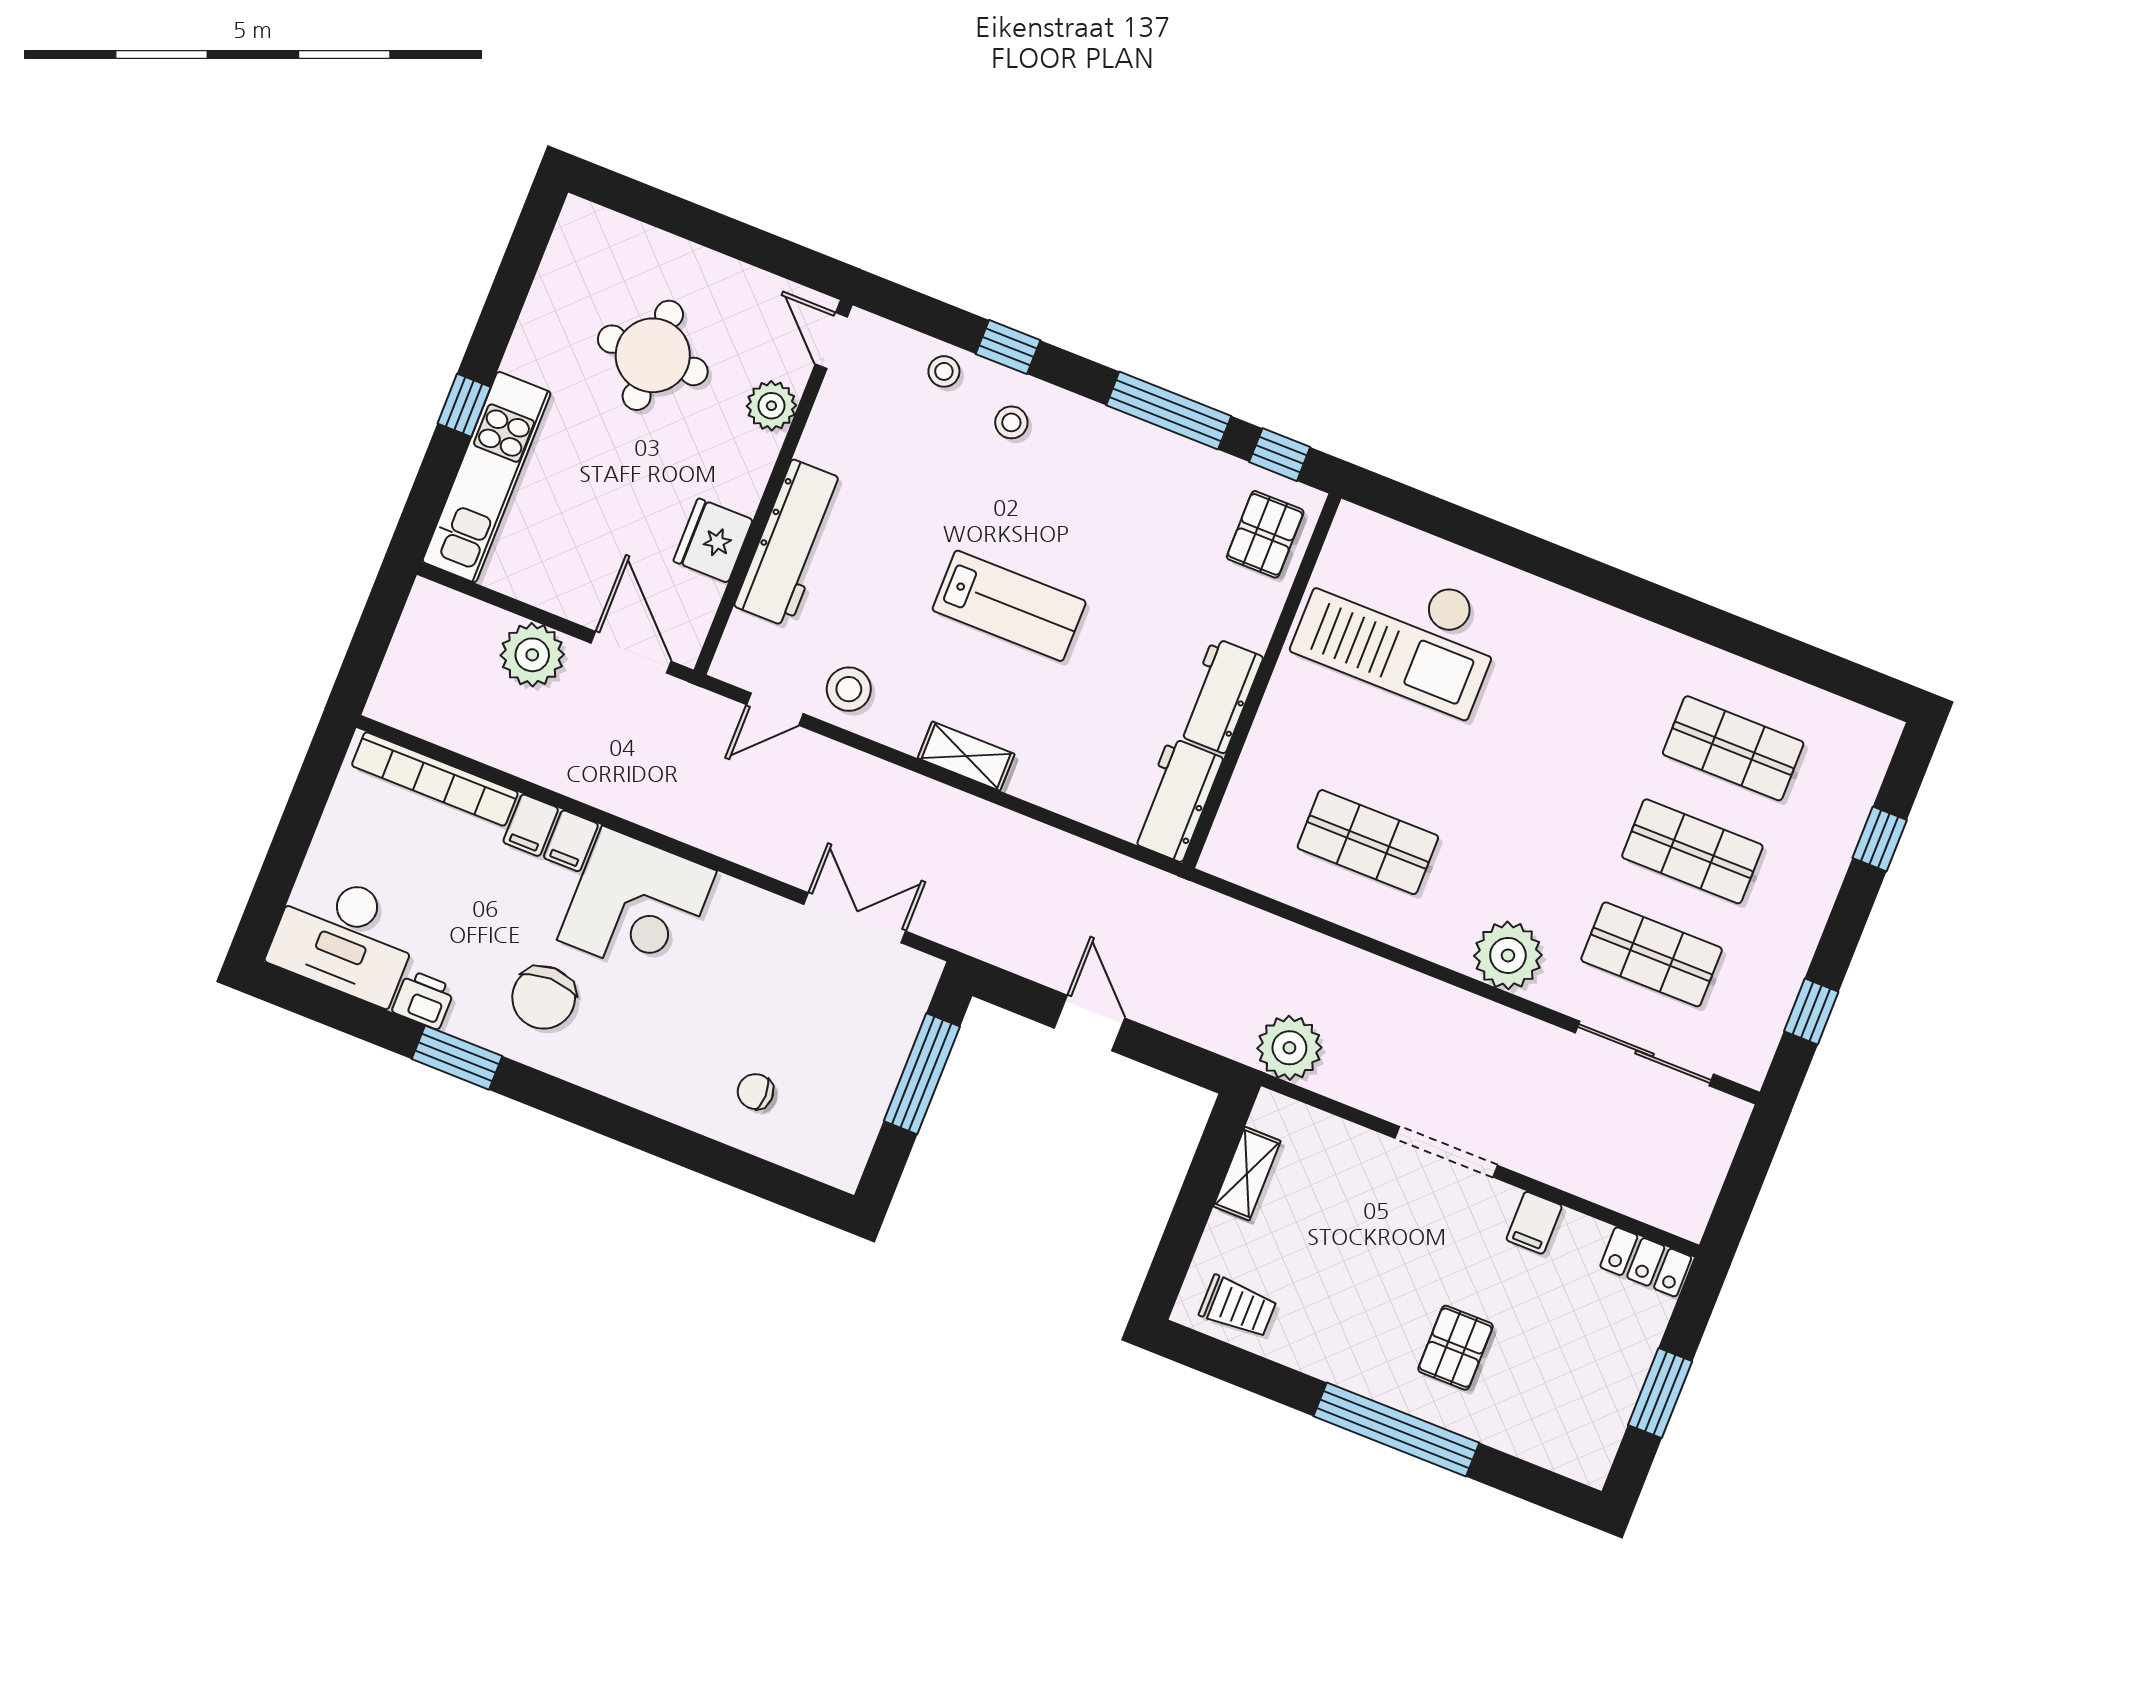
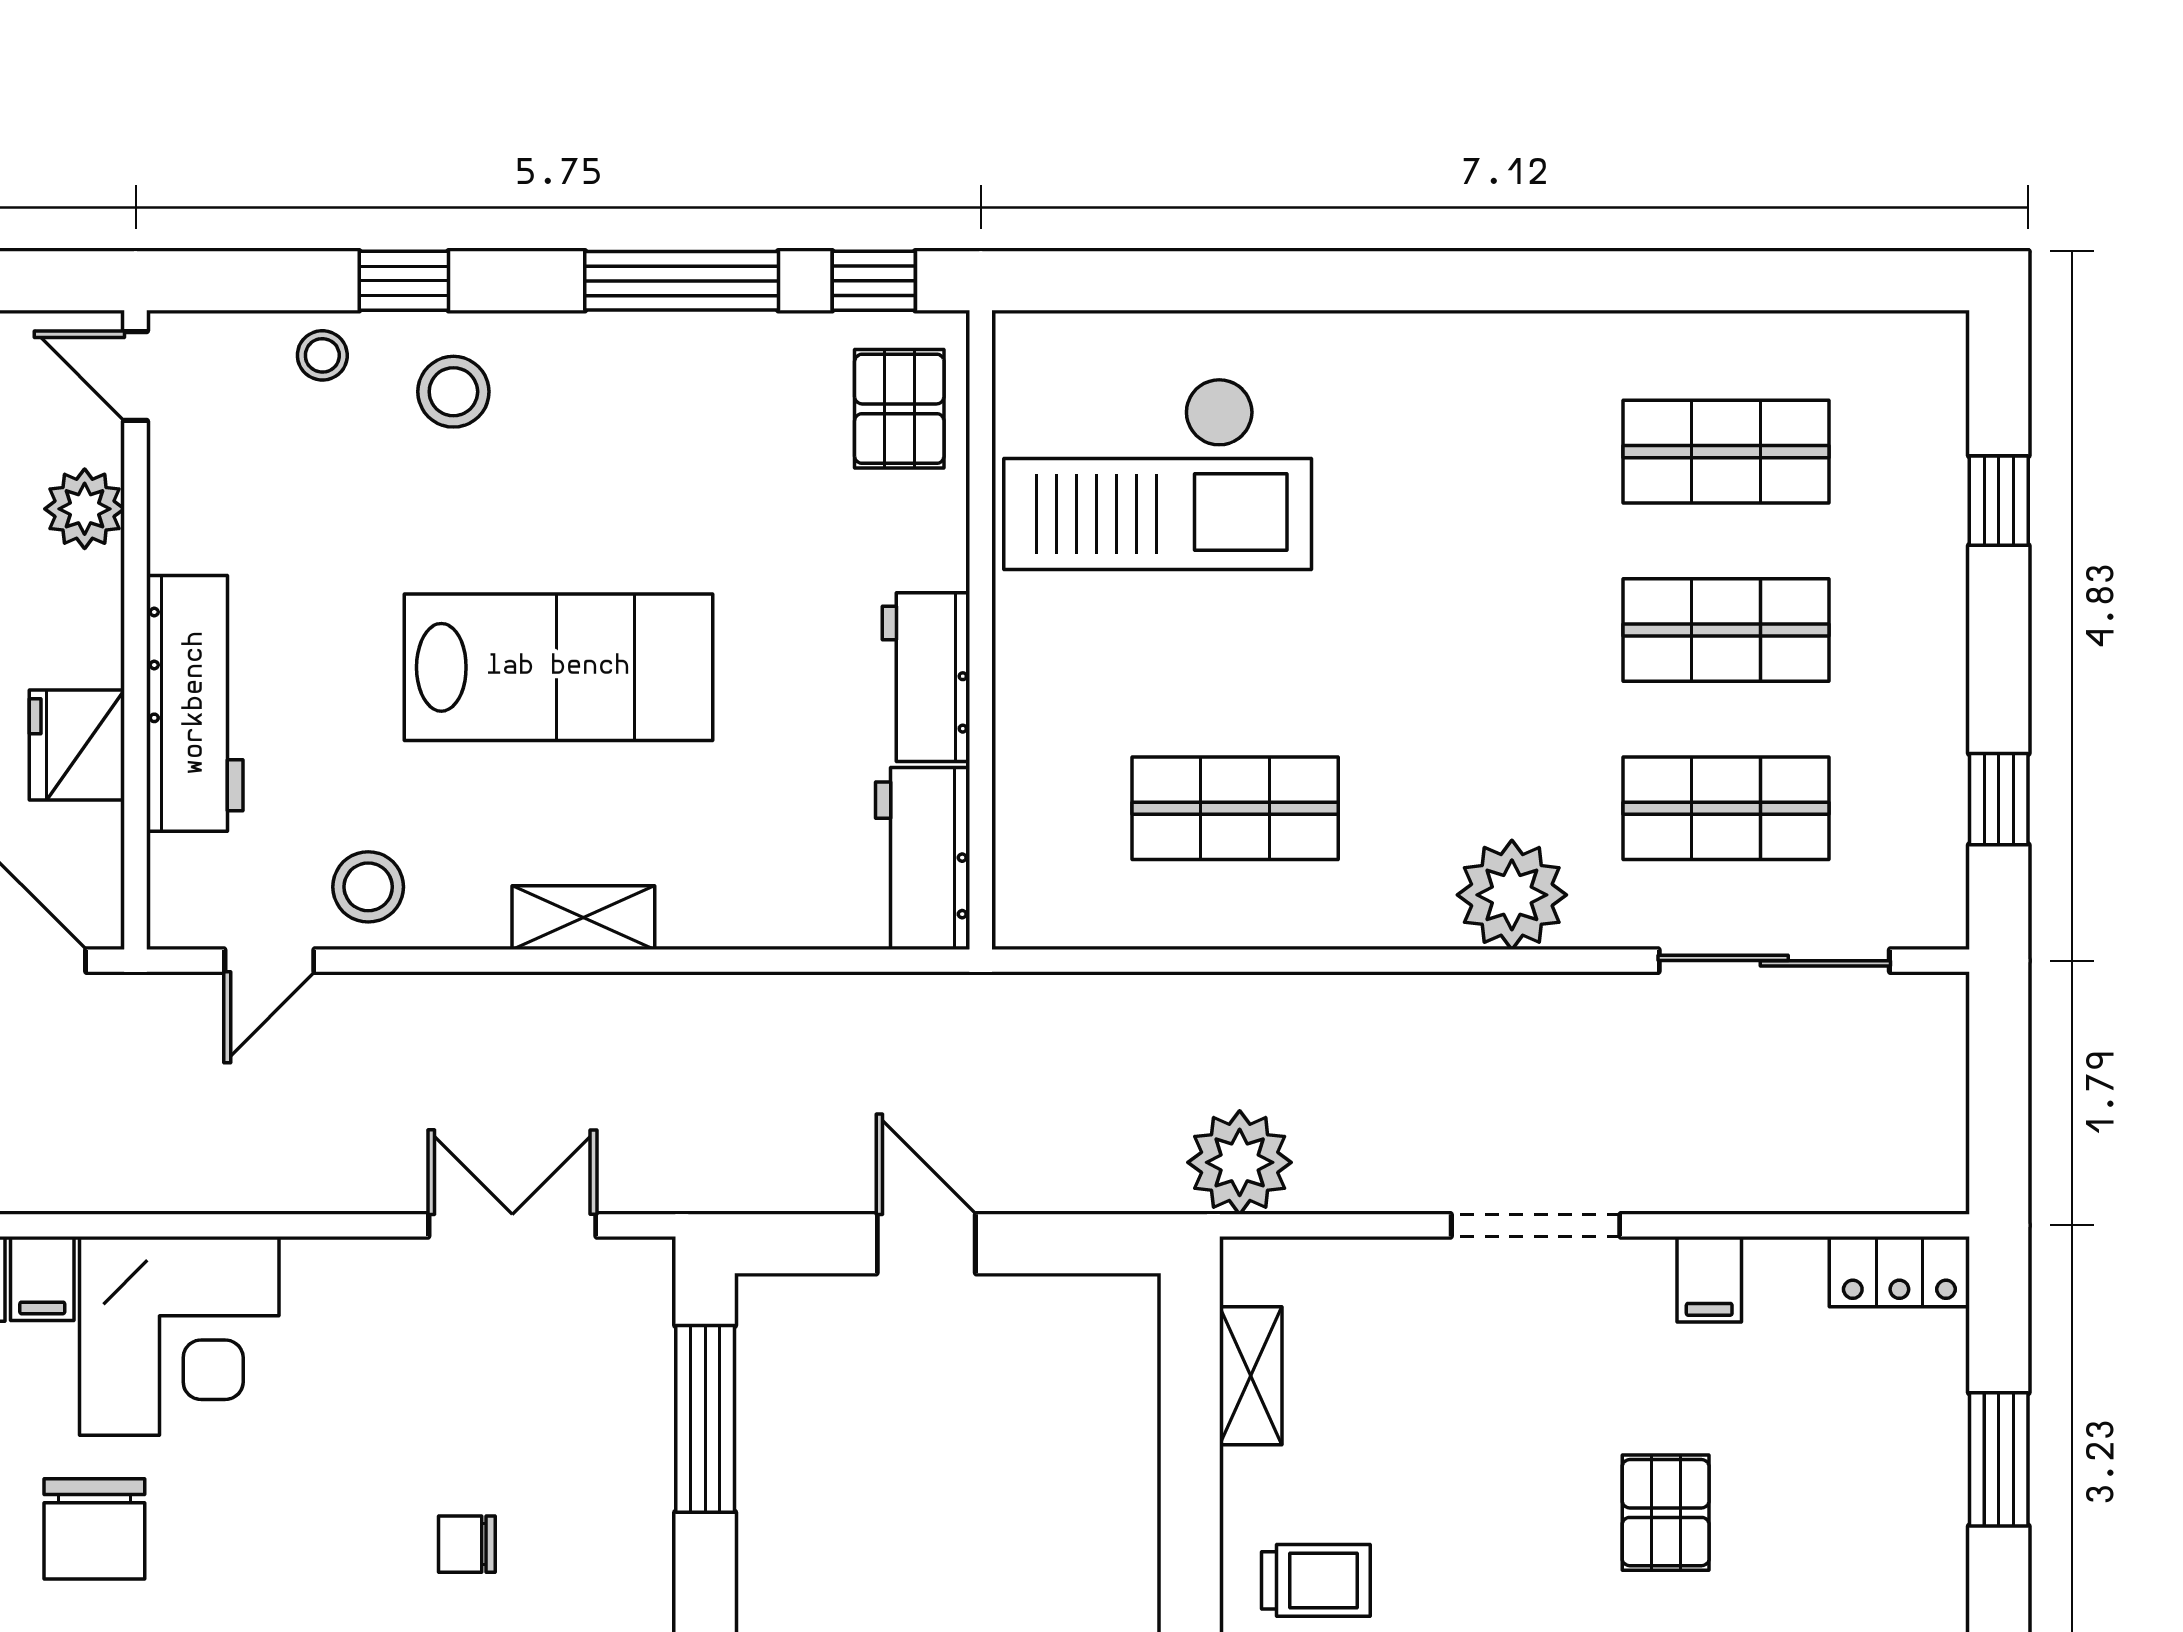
stool: (1011, 422) -> (453, 392), width x1.37, depth x1.37
lab bench: (1009, 606) -> (558, 667), width x1.36, depth x1.39

